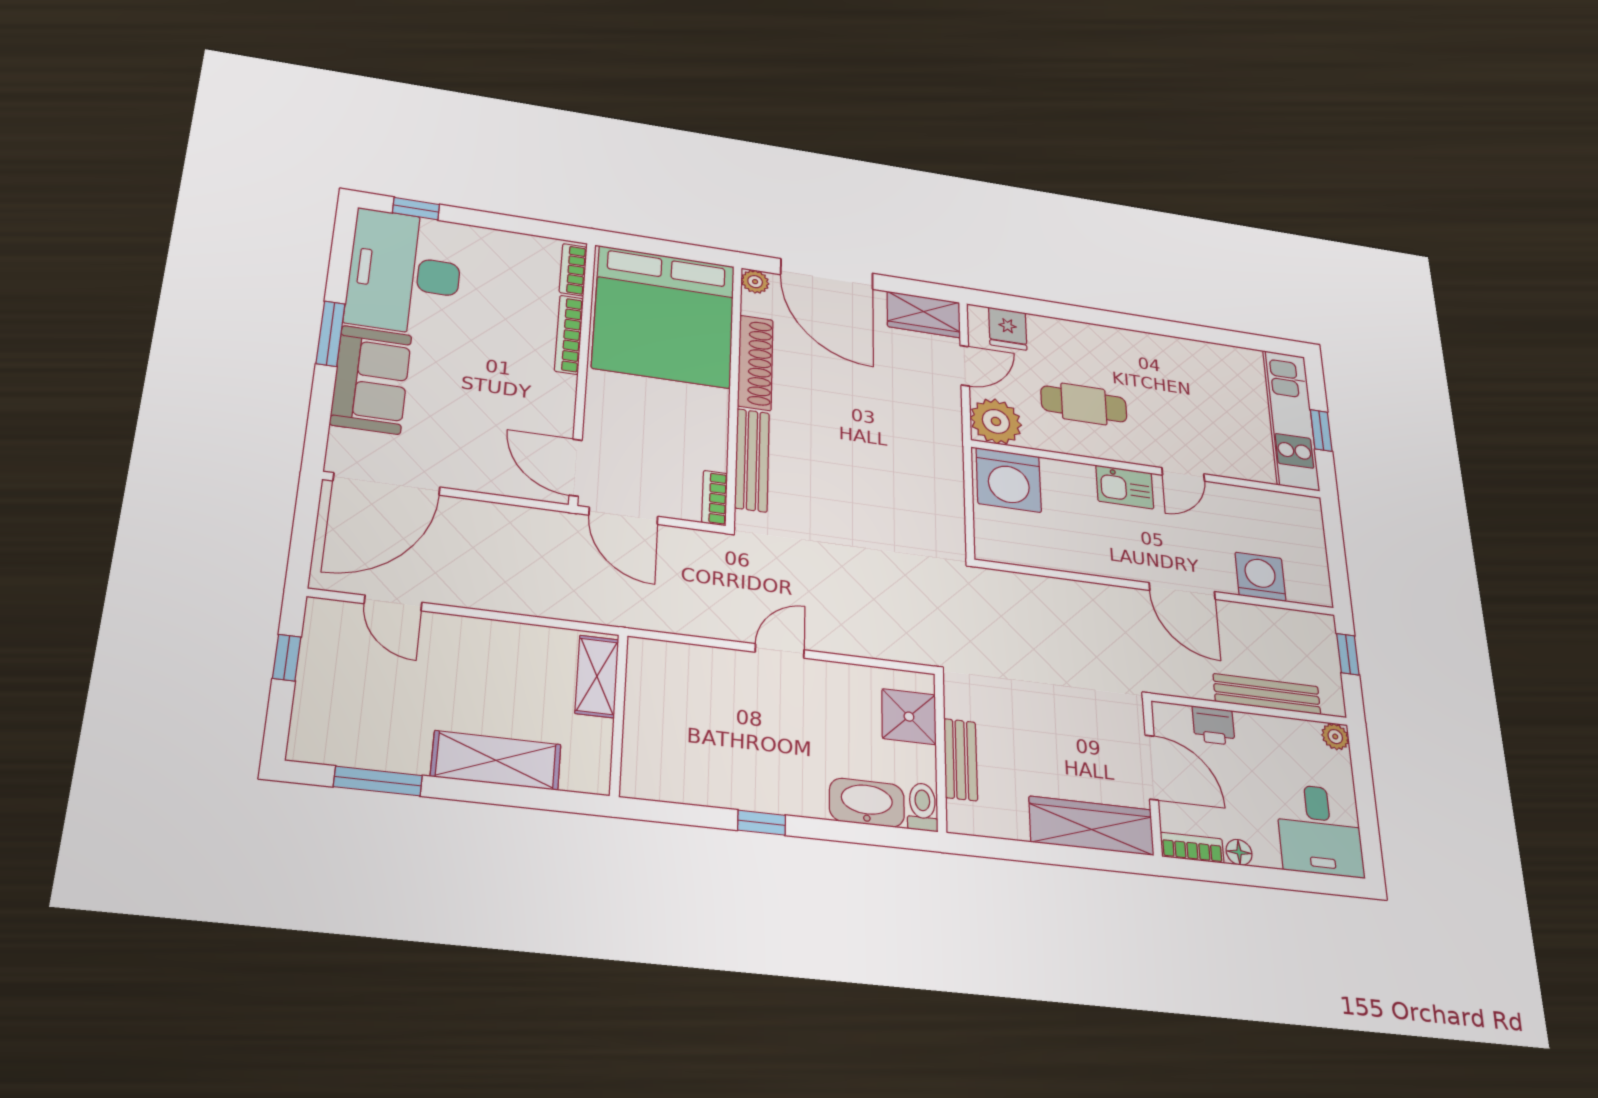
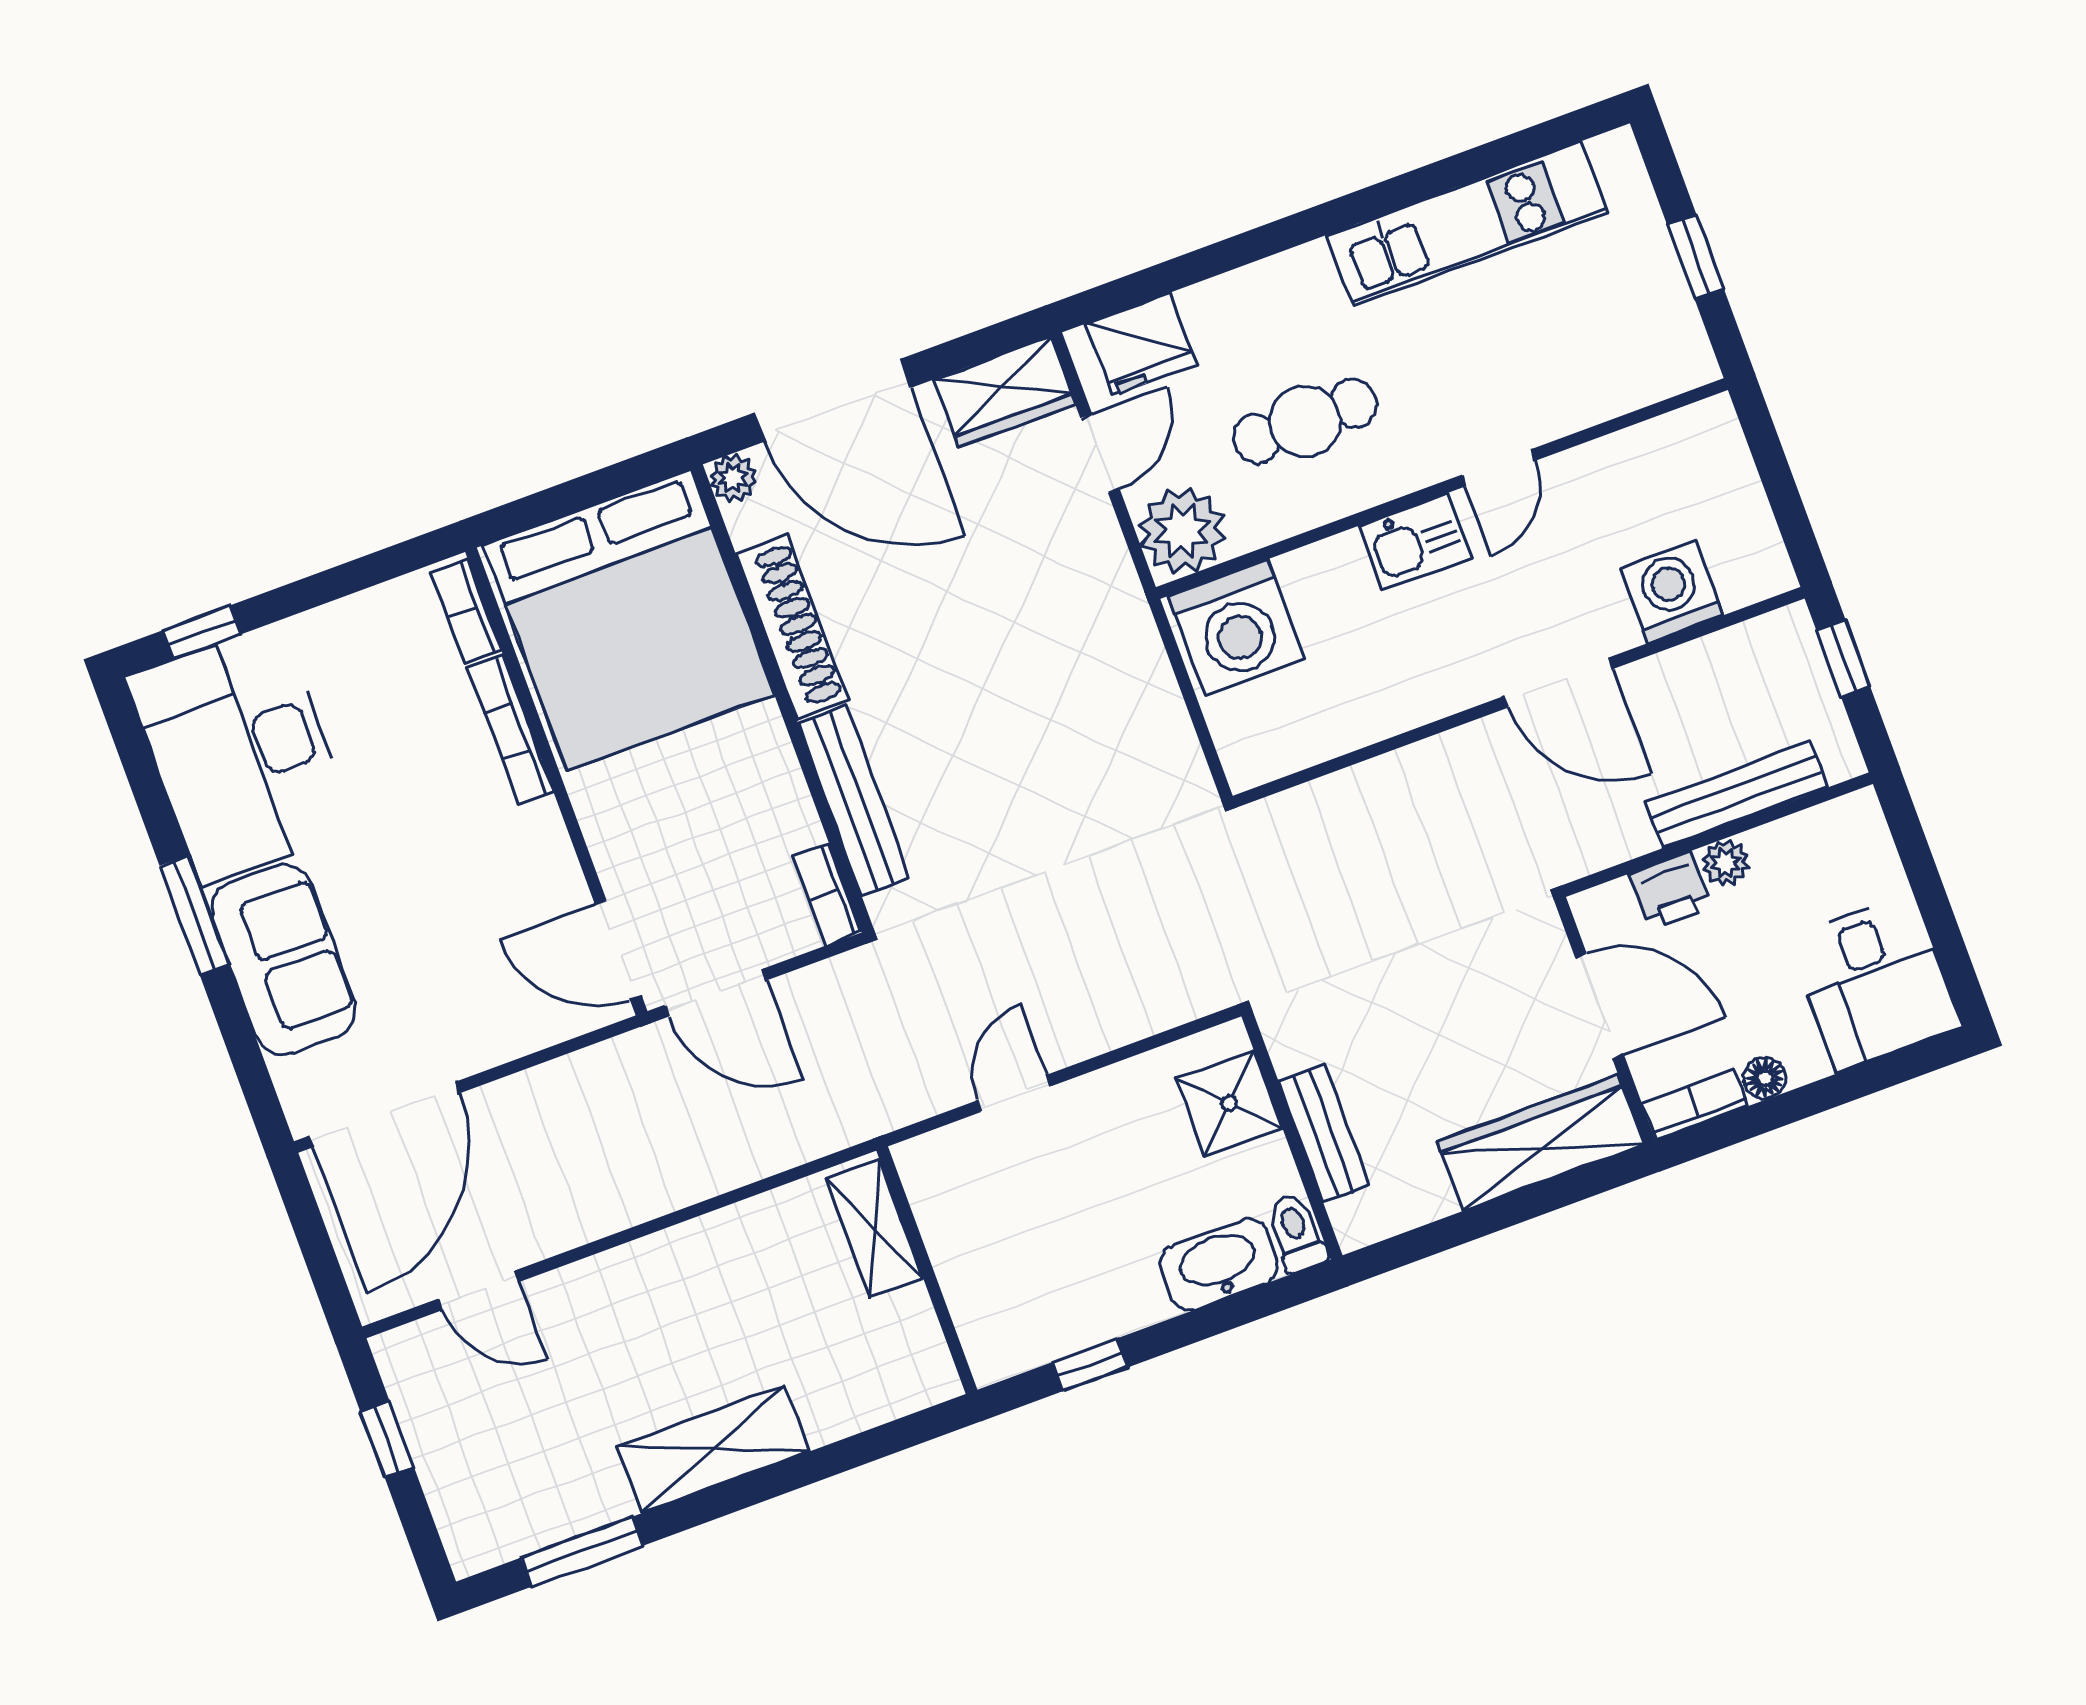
fridge: (1008, 329) -> (1141, 344), width x1.38
kitchen unit: (1291, 420) -> (1467, 224), moved, turned -90
shelving: (597, 676) -> (874, 1229), moved
wall: (619, 714) -> (927, 1270), moved
plant: (1335, 737) -> (1726, 863), moved

